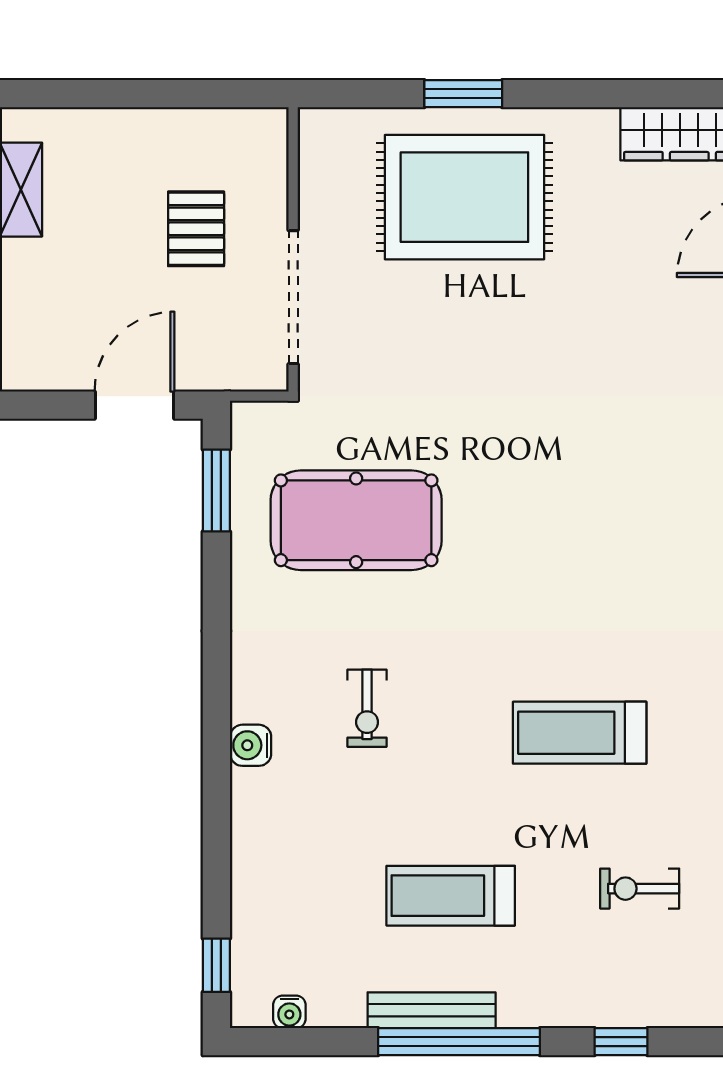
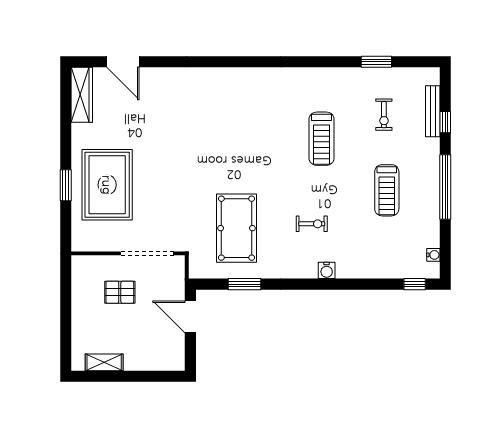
window: (216, 490) -> (245, 284), moved
bench: (432, 1010) -> (433, 111), moved

